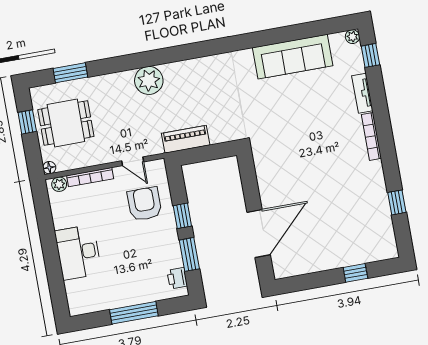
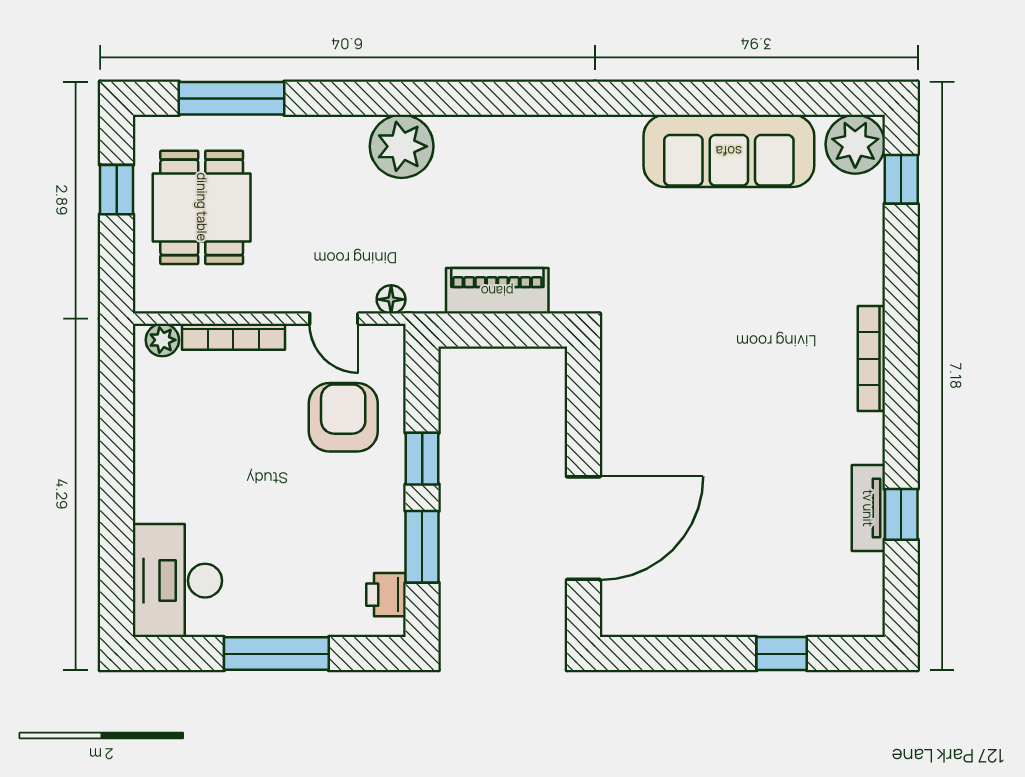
plant: (352, 37) -> (855, 144), width x1.87, depth x1.87
window: (70, 73) -> (231, 98), width x1.44
tv unit: (362, 93) -> (868, 508), moved
dining table: (66, 123) -> (202, 207), turned 90
piano: (186, 139) -> (497, 291), moved
floor lamp: (49, 168) -> (391, 299), moved
desk: (78, 252) -> (177, 581), moved

